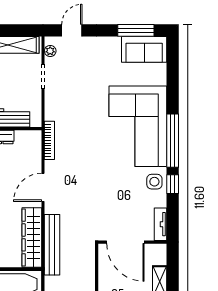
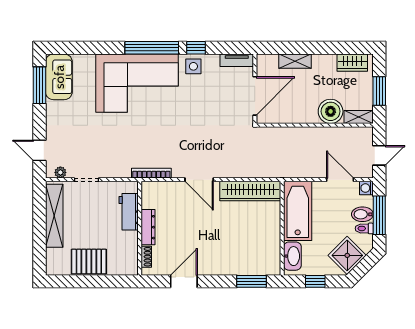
bench: (52, 245) -> (258, 171), removed

